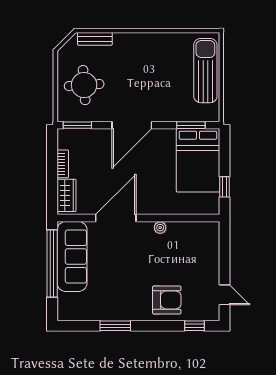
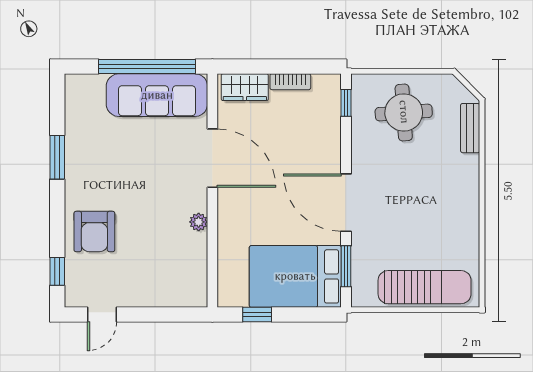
window: (77, 125) -> (346, 103), width x0.67
door: (132, 125) -> (346, 203), moved

